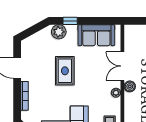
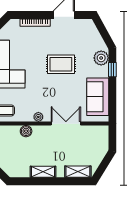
boiler: (130, 86) -> (26, 131), moved

